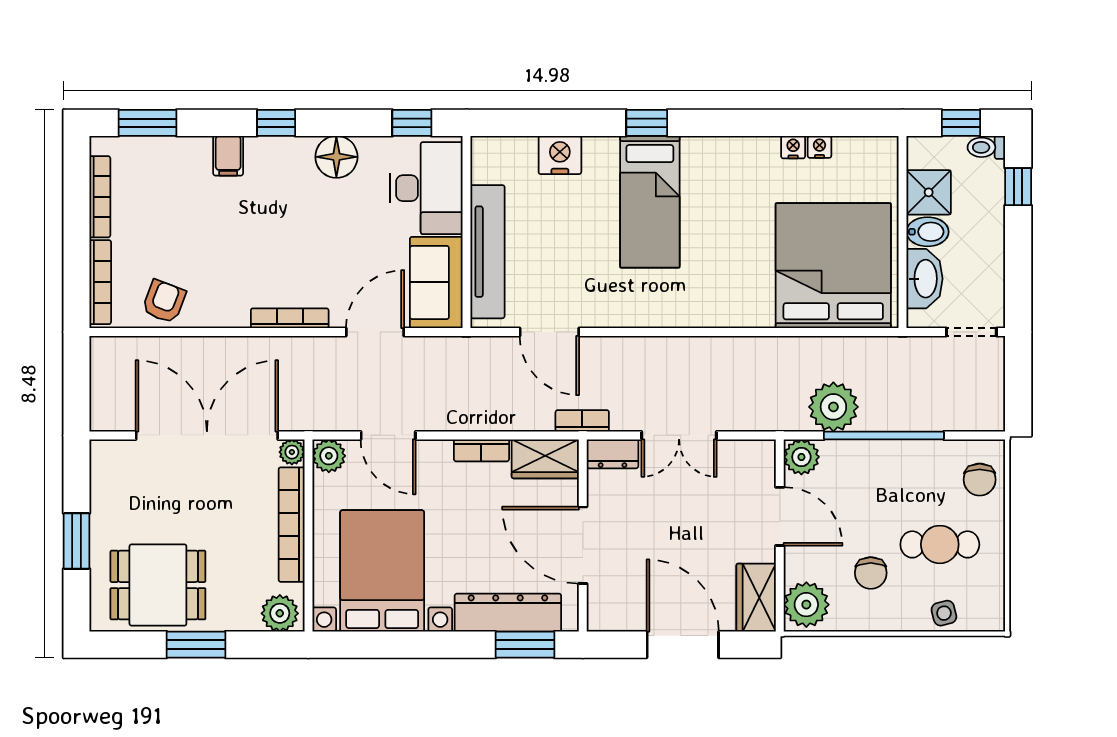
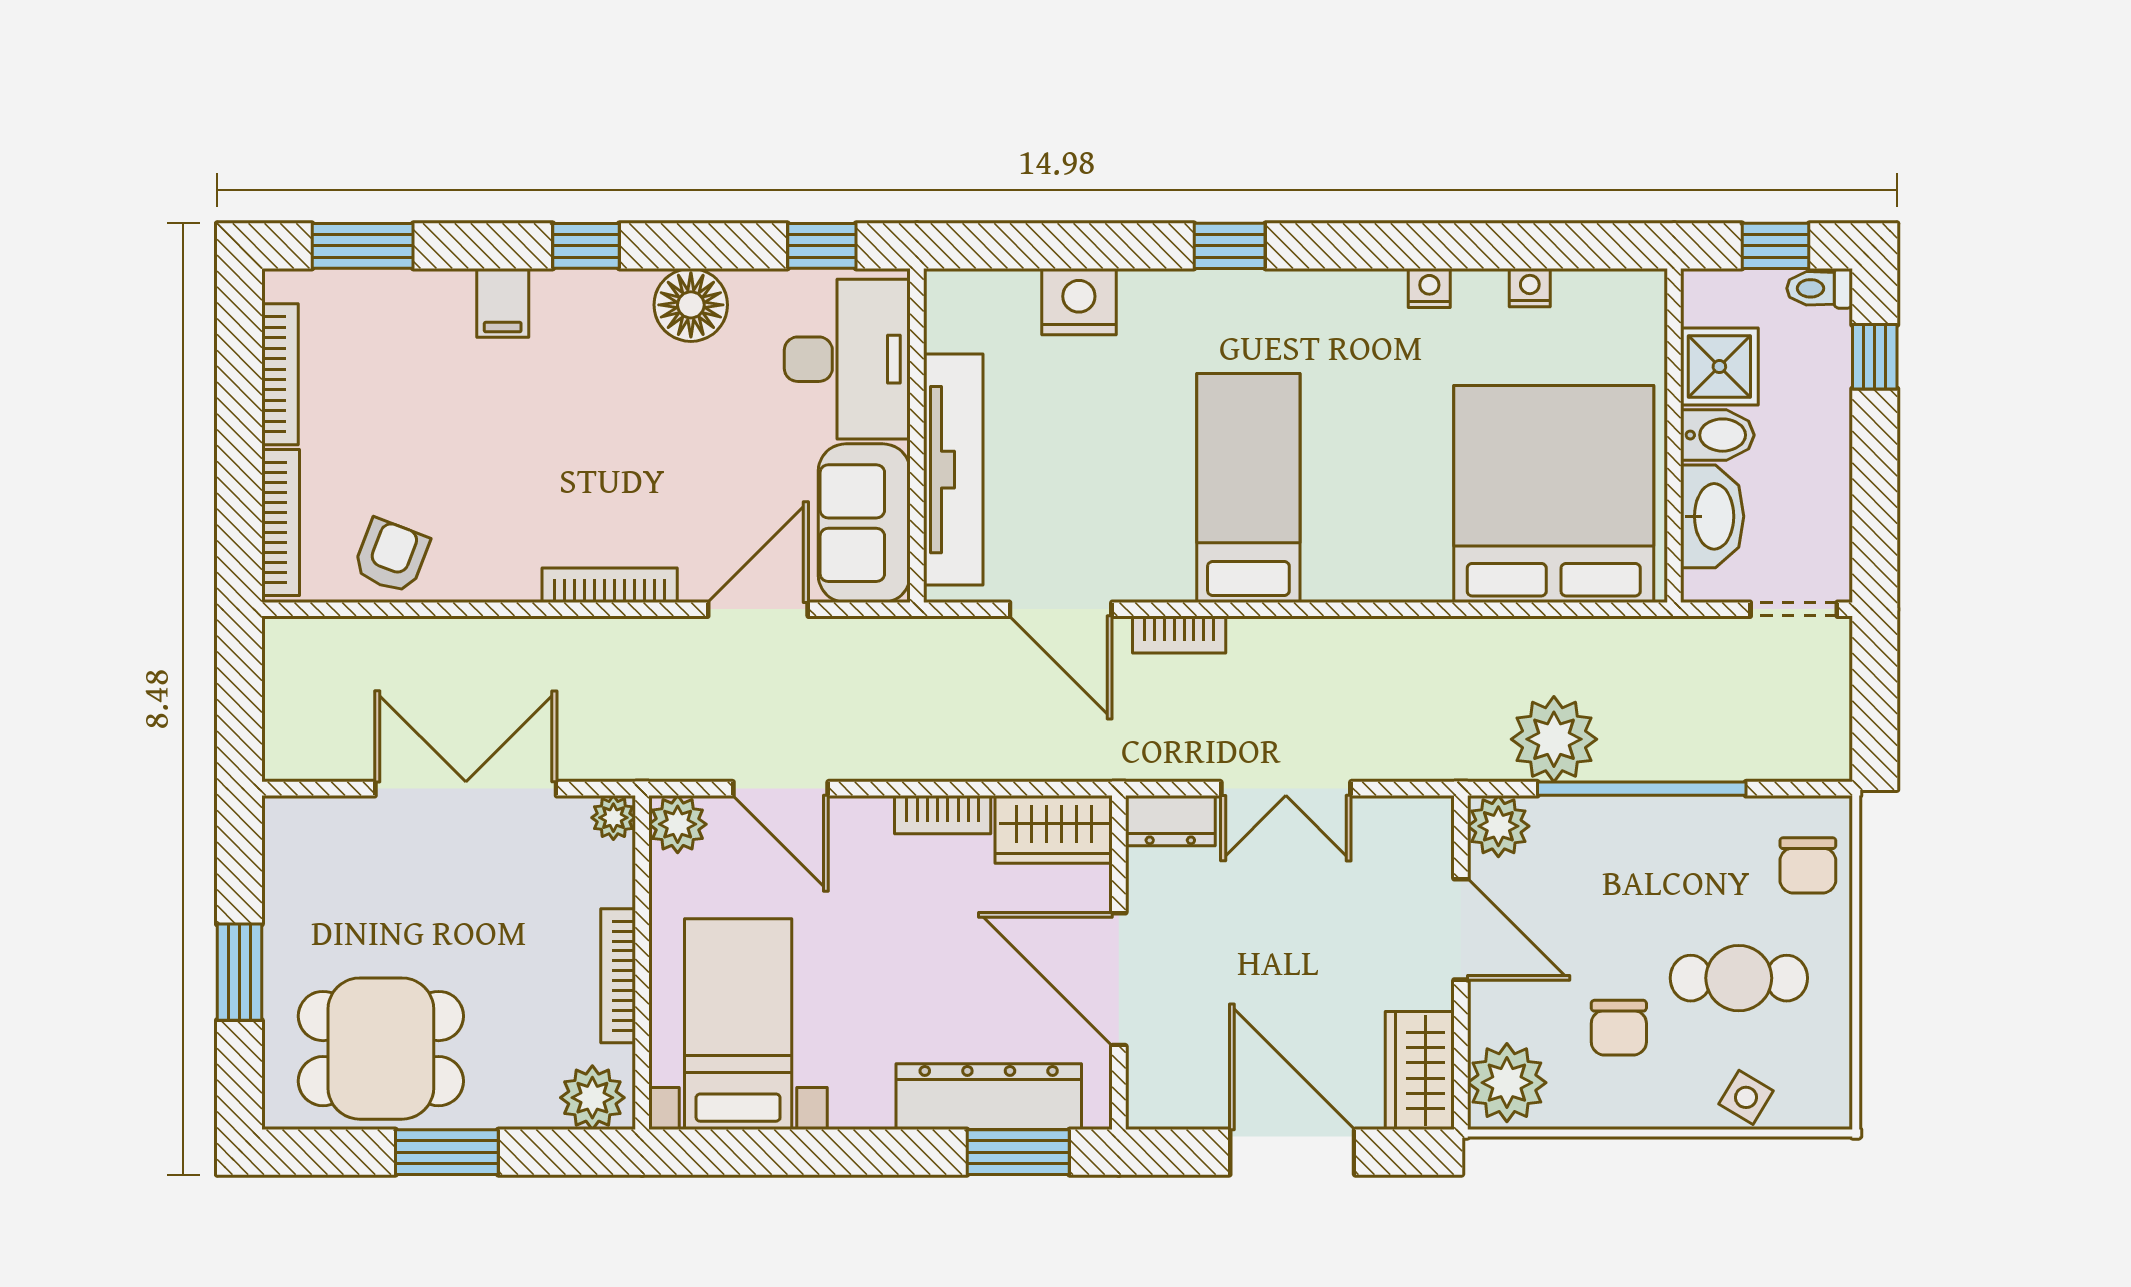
nightstand: (793, 147) -> (1429, 288), moved
bed: (650, 202) -> (1248, 488), moved, turned 180
bookcase: (582, 421) -> (1179, 635), moved, turned 180
double door: (207, 435) -> (466, 789), width x0.73
bookcase: (292, 525) -> (618, 976), width x0.68, depth x0.76
bed with nightstands: (382, 571) -> (738, 1024), width x0.73
side table: (944, 613) -> (1746, 1097), turned 45

